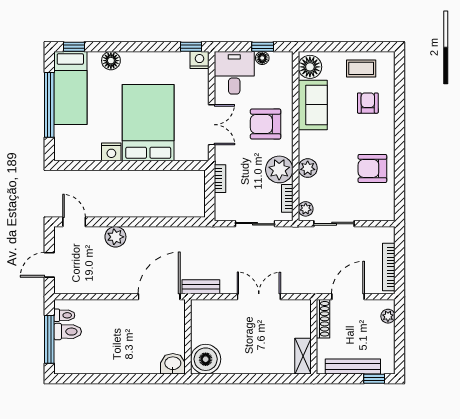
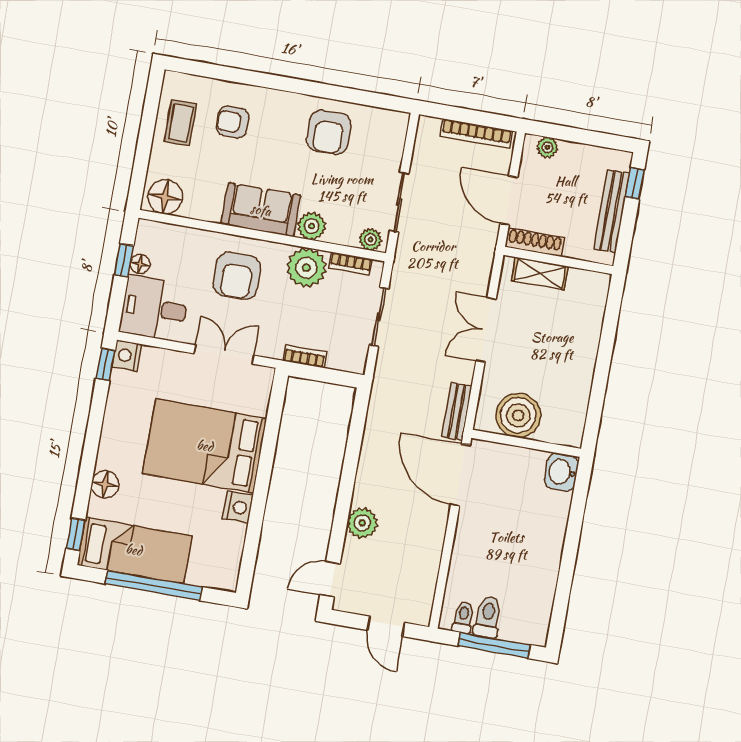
sofa: (313, 105) -> (261, 210), moved
shelving: (303, 356) -> (540, 273), moved
boiler: (206, 359) -> (518, 415), moved

